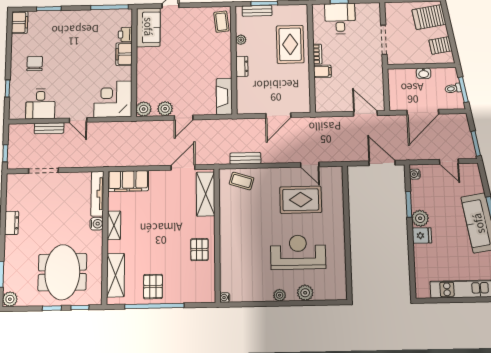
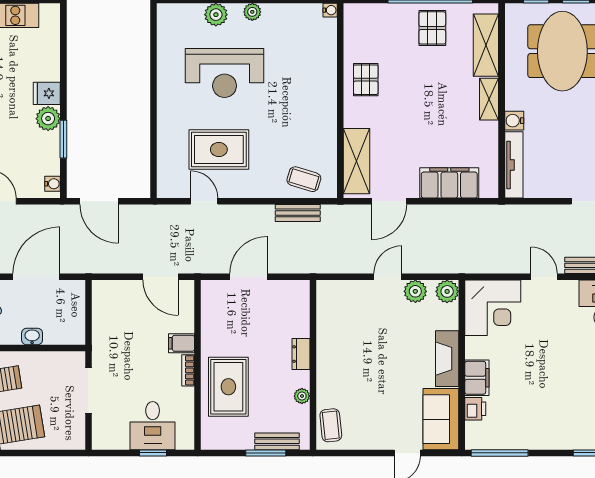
fireplace: (224, 96) -> (447, 359), moved, turned 180
door: (365, 113) -> (160, 277), moved
filing cabinet: (128, 181) -> (449, 183), moved
shelving: (114, 225) -> (489, 99), moved

